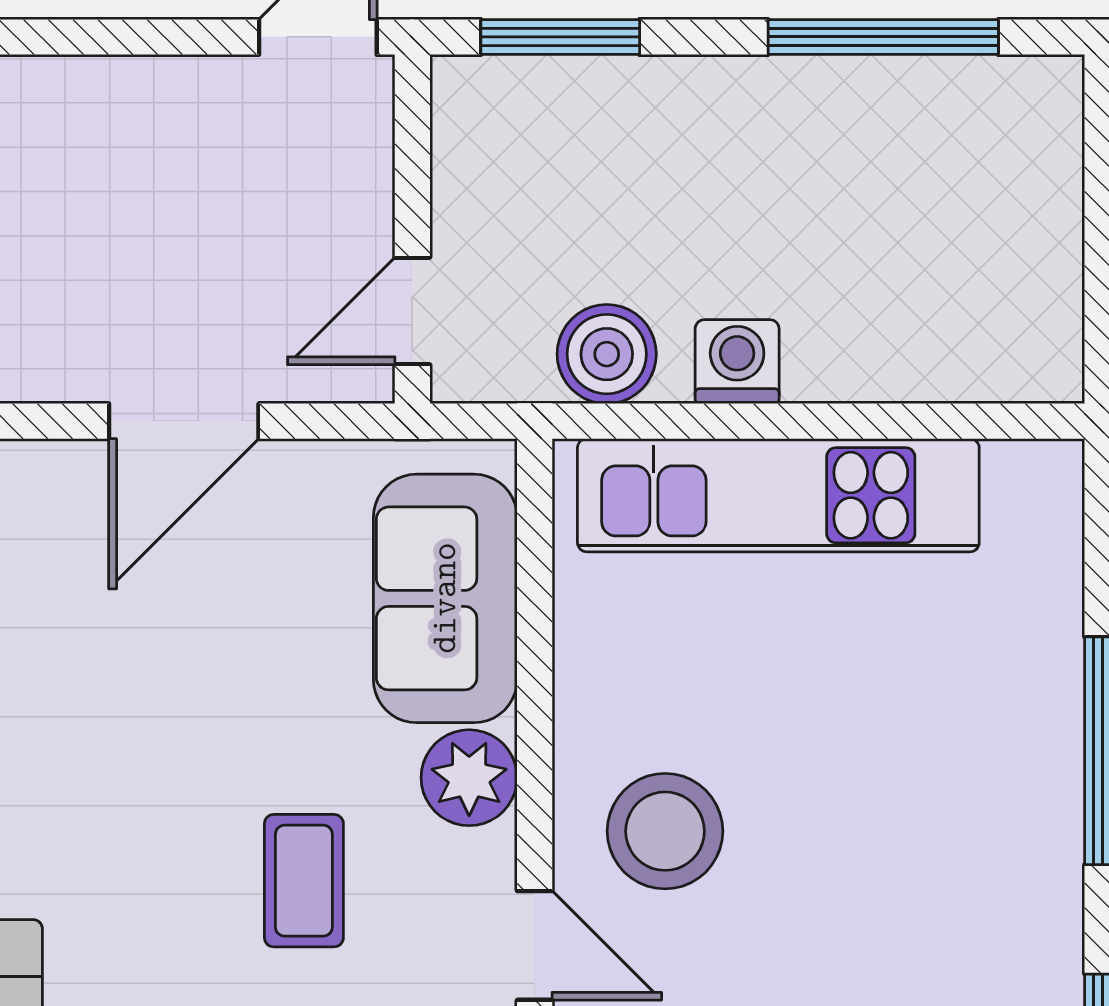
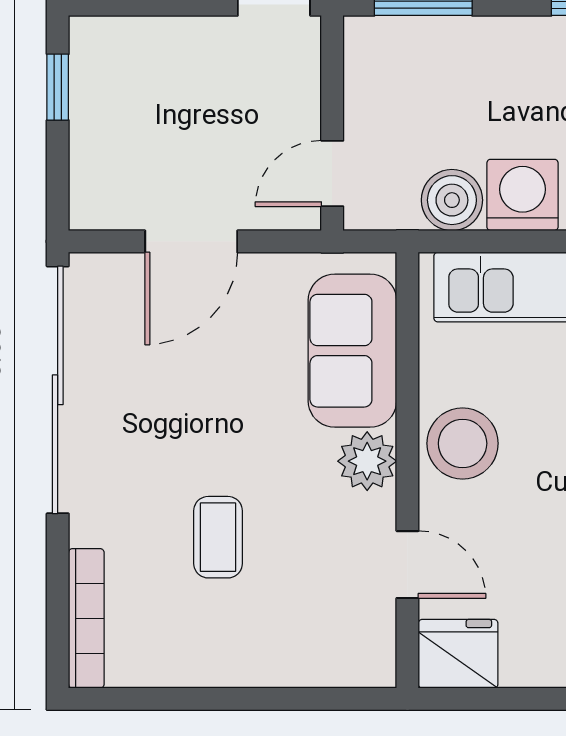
washing machine: (737, 362) -> (522, 195), width x1.38, depth x1.38
stool: (665, 831) -> (463, 443), moved
coffee table: (304, 881) -> (218, 537), moved

